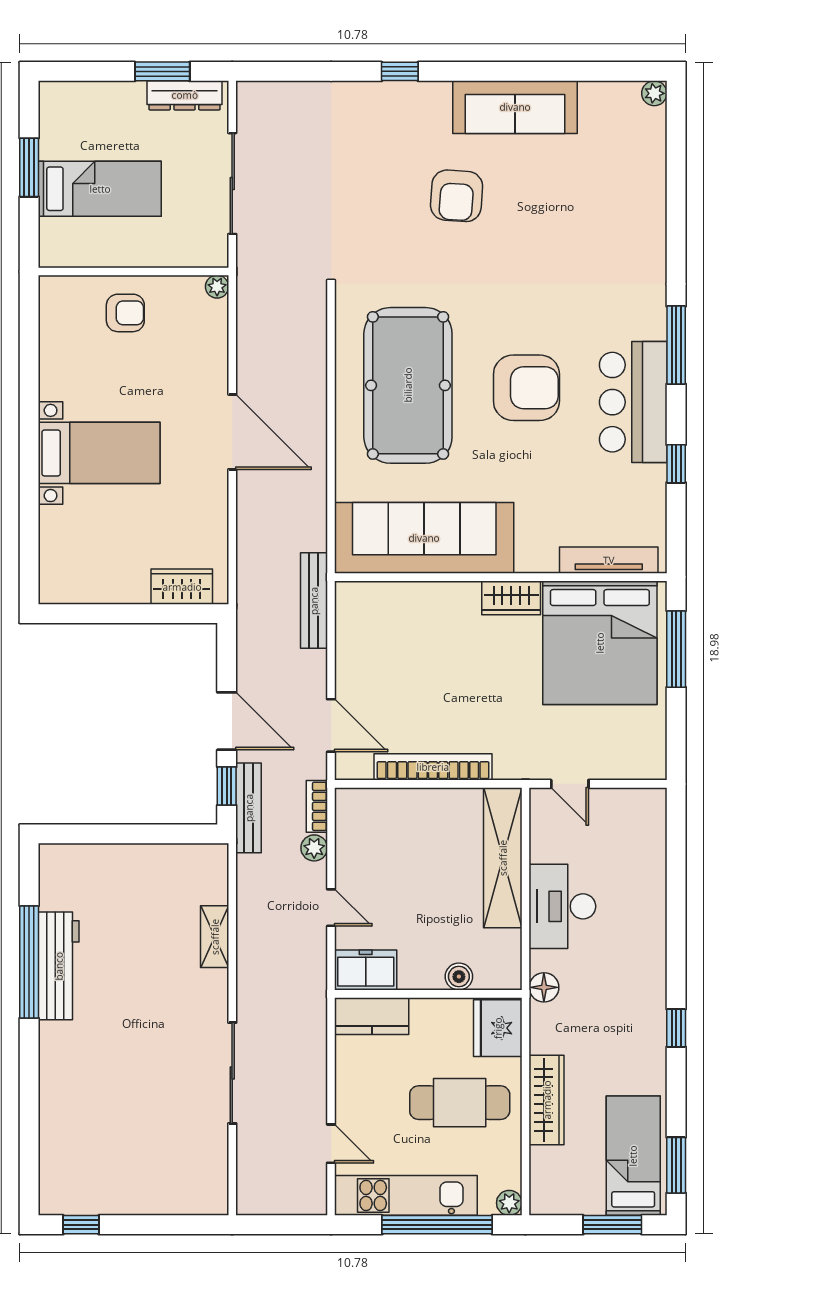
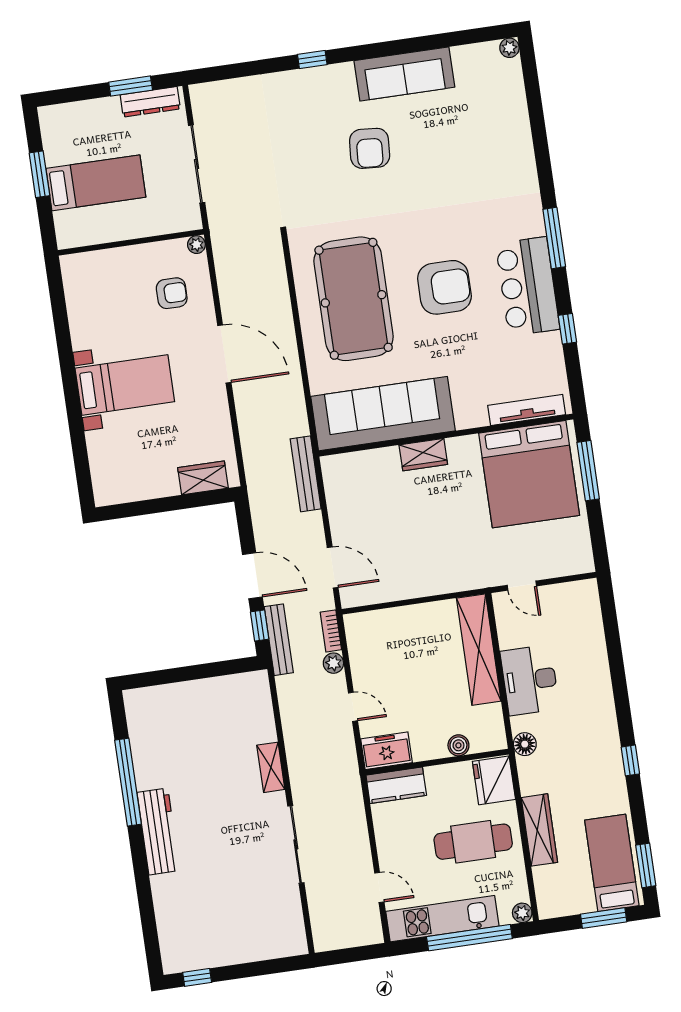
armchair: (125, 313) -> (172, 293), moved
wardrobe: (511, 598) -> (423, 455), moved
bookcase: (433, 767) -> (415, 588), removed
shelving: (215, 937) -> (271, 767), moved
workbench: (59, 966) -> (158, 831), moved

